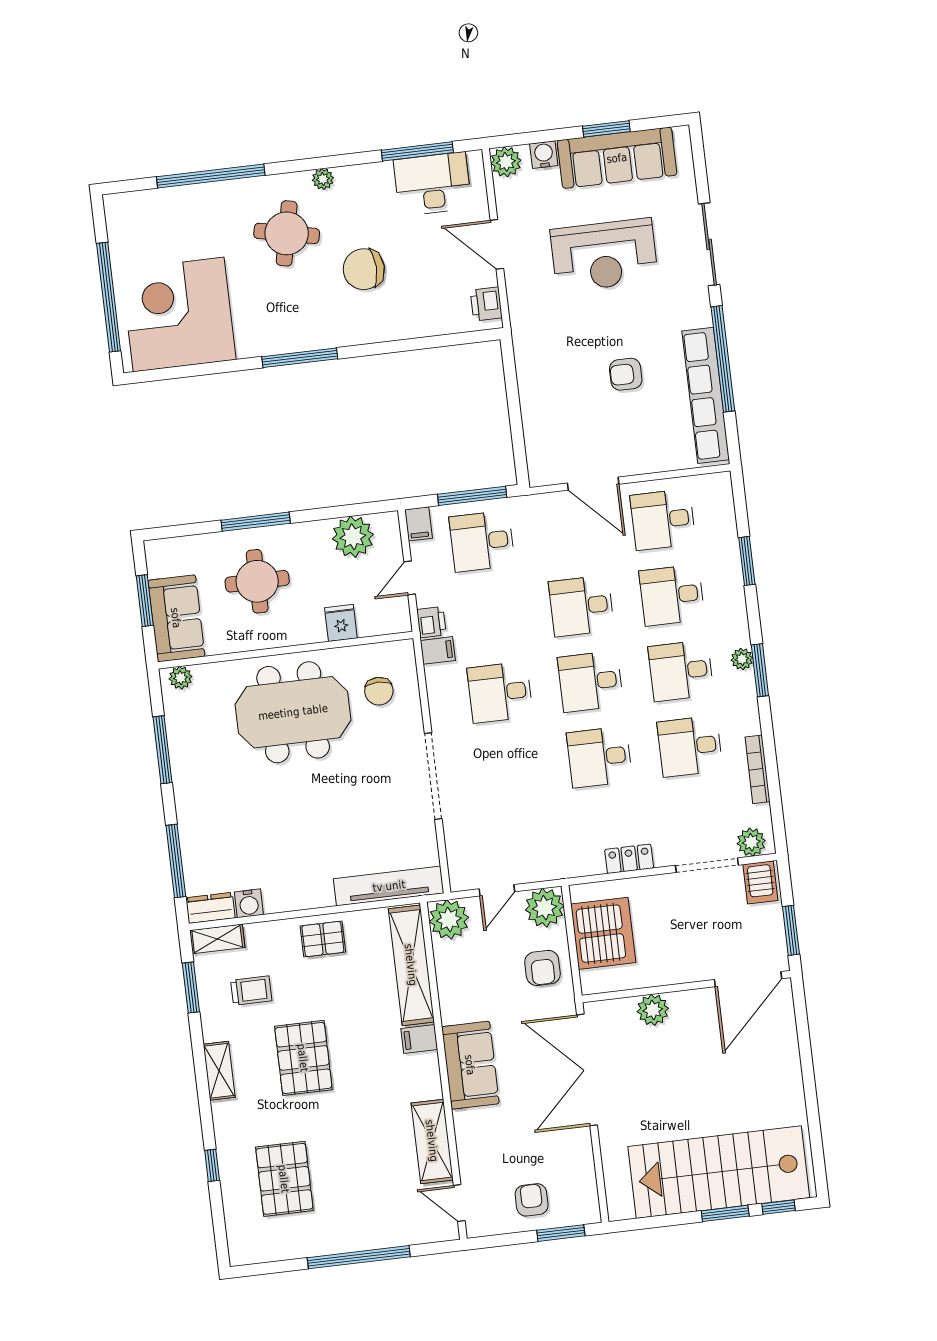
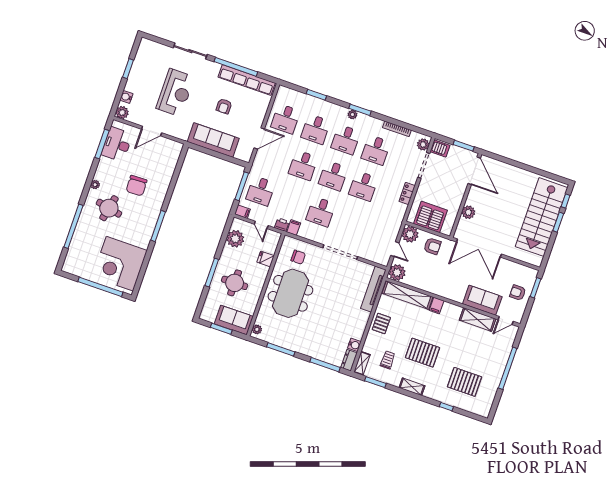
sofa: (617, 158) -> (213, 140), moved, turned -90
printer: (486, 304) -> (172, 146), removed
sofa: (470, 1065) -> (482, 300), moved

